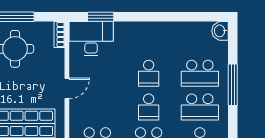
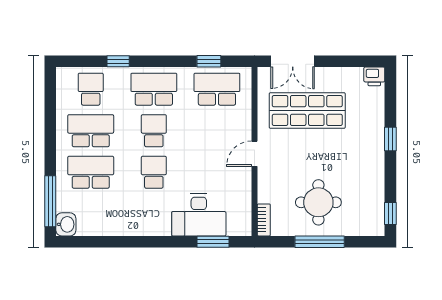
desk: (91, 39) -> (199, 215), moved
window: (233, 85) -> (50, 201), moved

